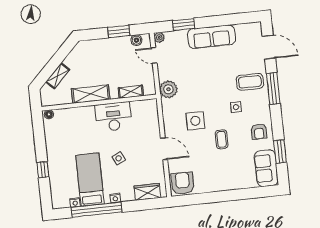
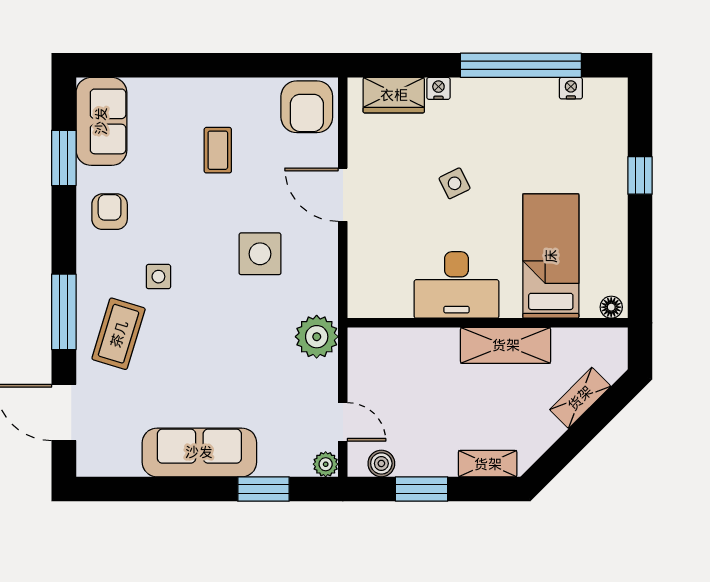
coffee table: (250, 82) -> (119, 334), turned -73
shelving: (131, 92) -> (488, 464), moved
coffee table: (222, 139) -> (218, 150), moved
bed: (90, 179) -> (551, 256), moved, turned 180
nightstand: (115, 198) -> (438, 88), moved

